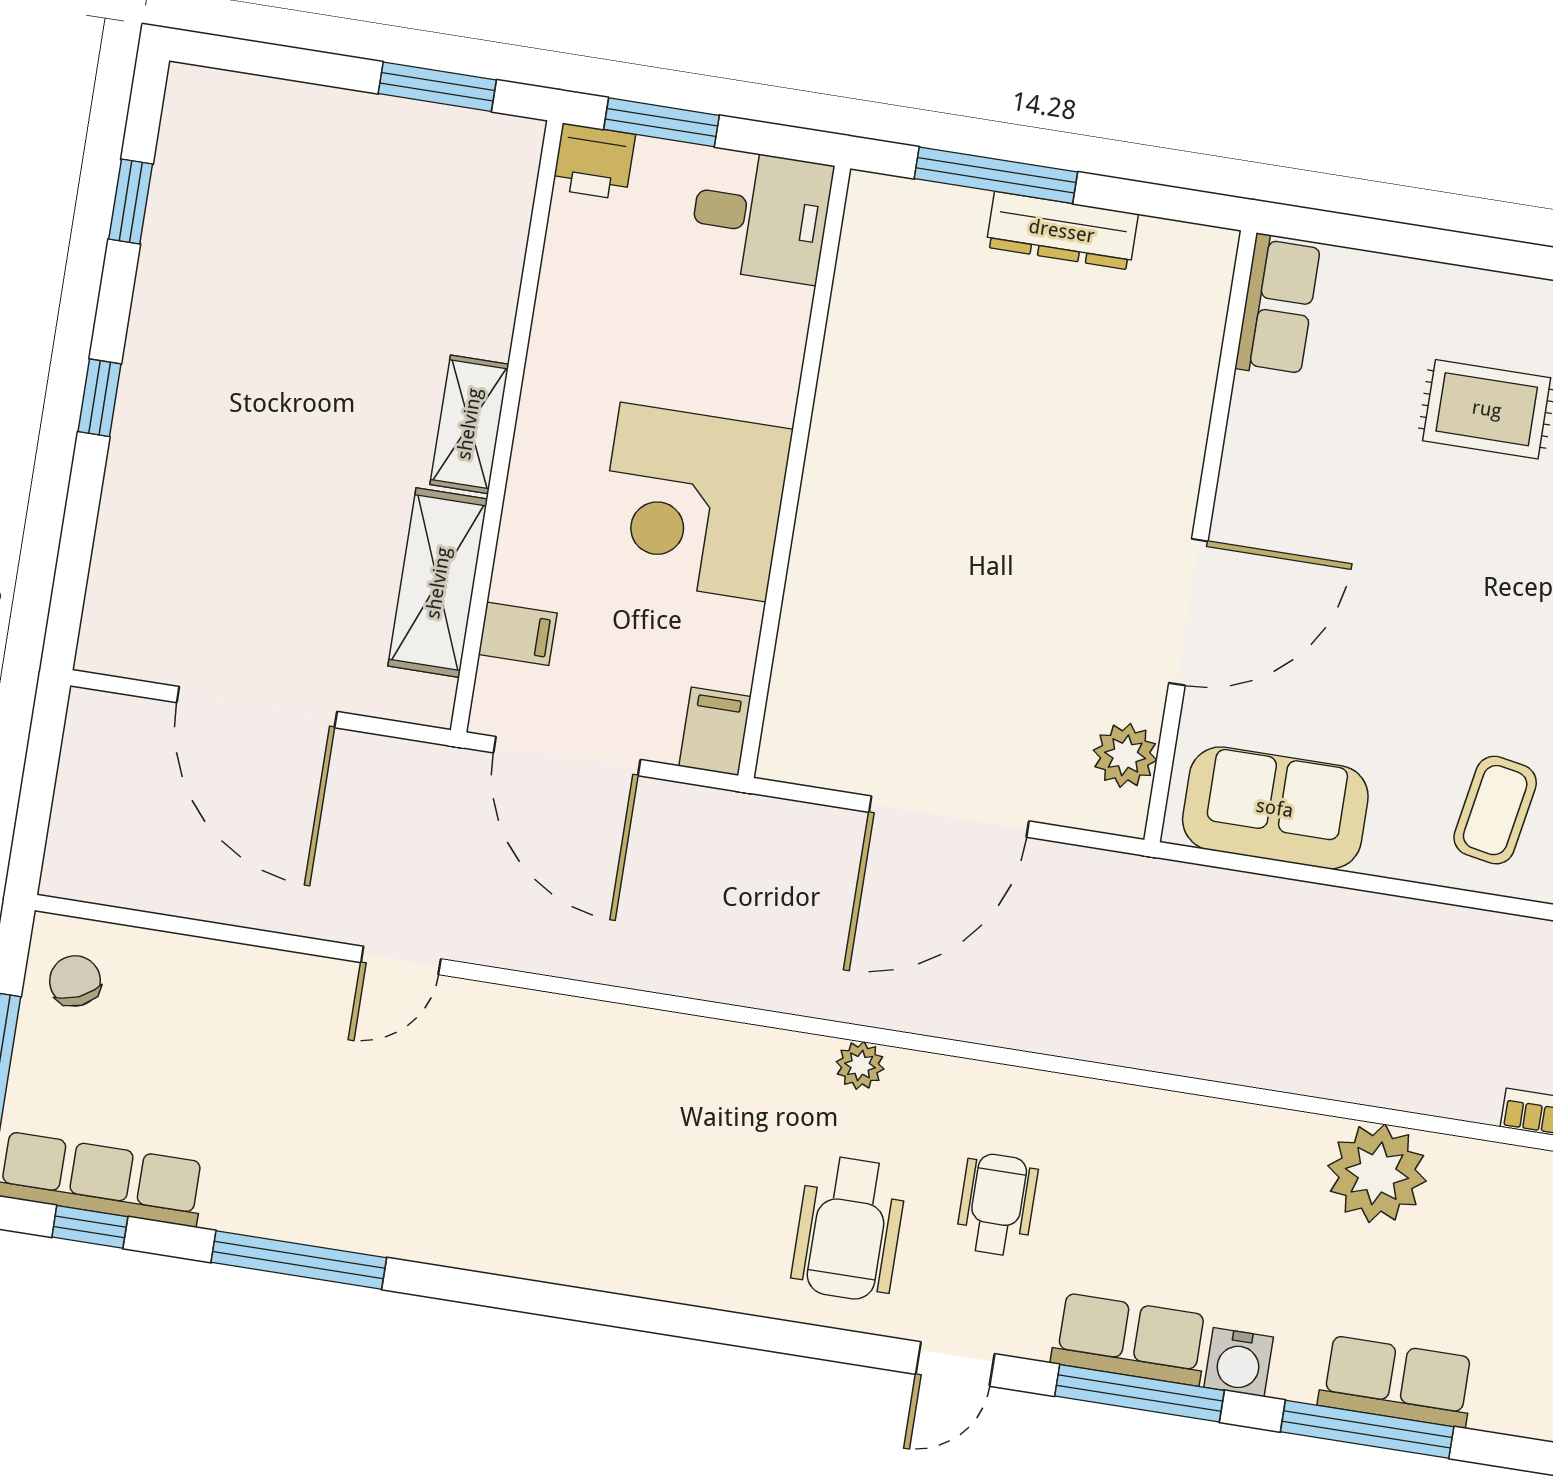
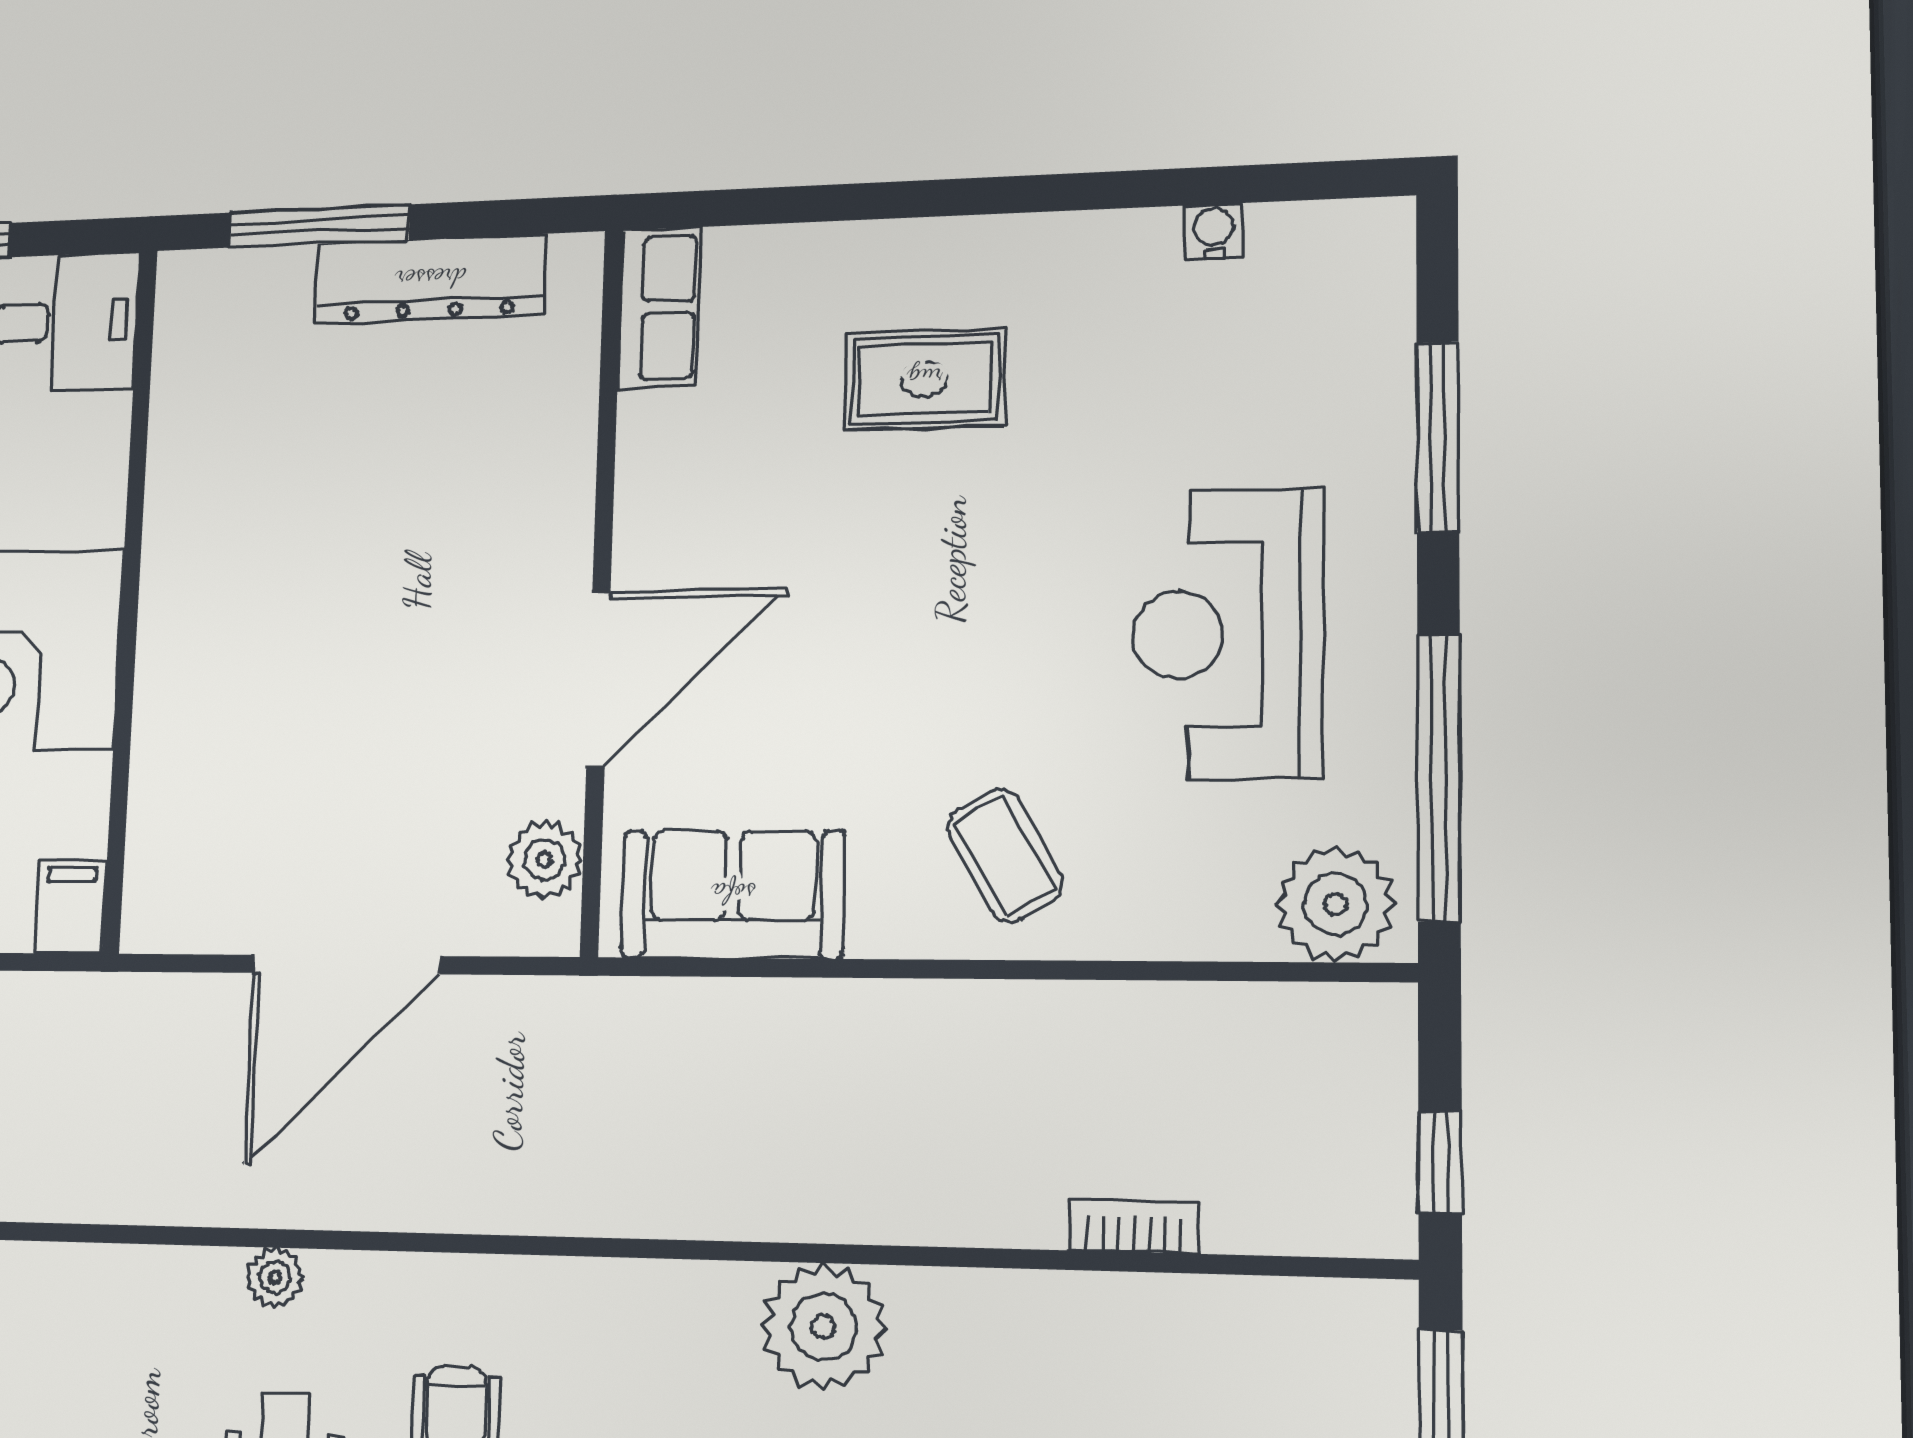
dresser: (1062, 231) -> (430, 279), width x1.37, depth x1.24
coffee table: (1495, 810) -> (1005, 855), turned -40
plant: (1377, 1173) -> (823, 1327), moved

